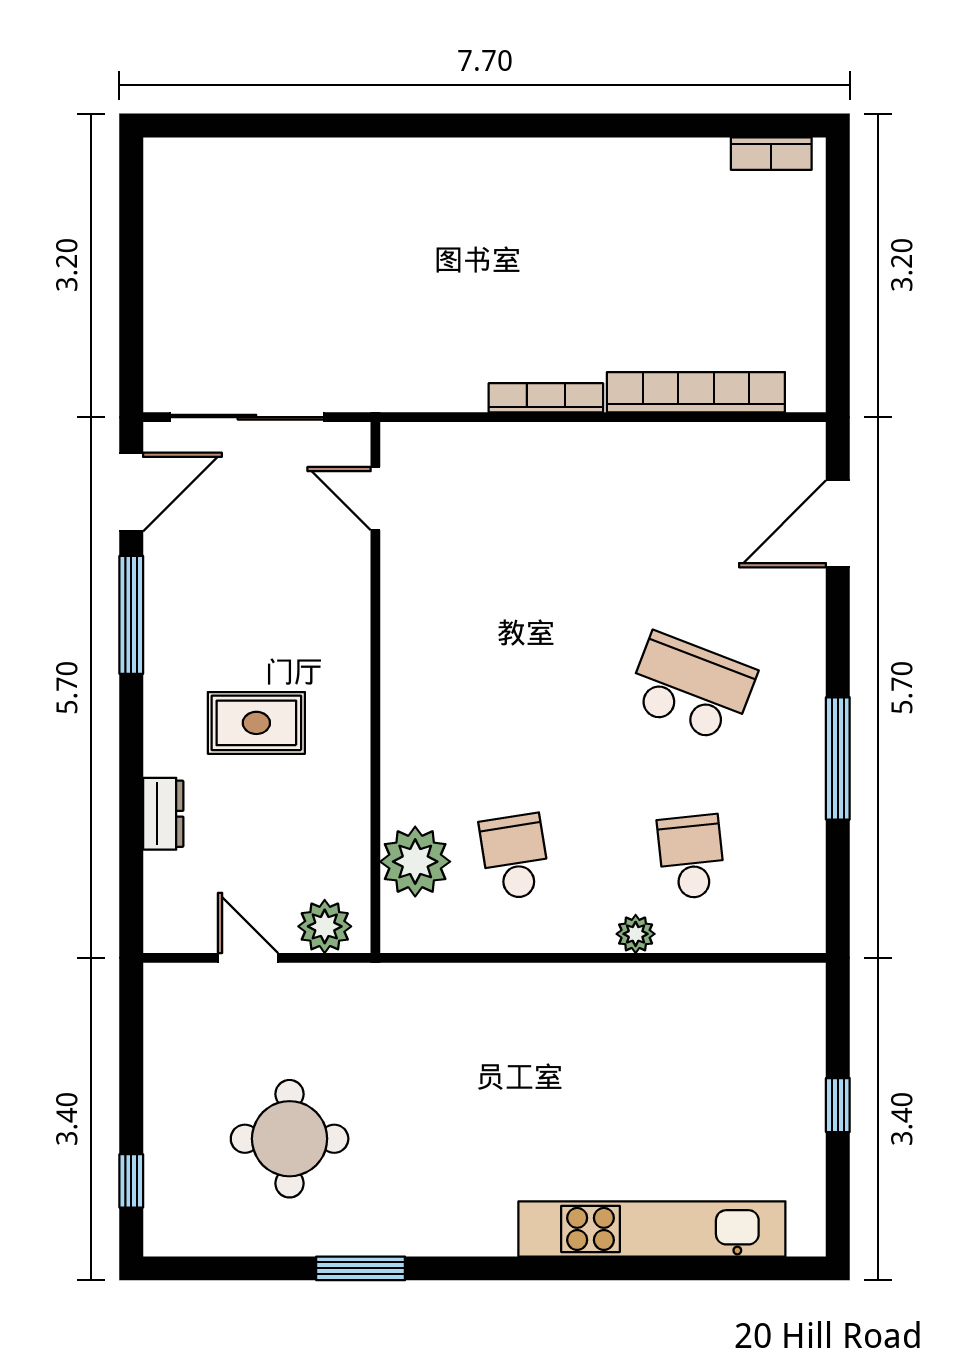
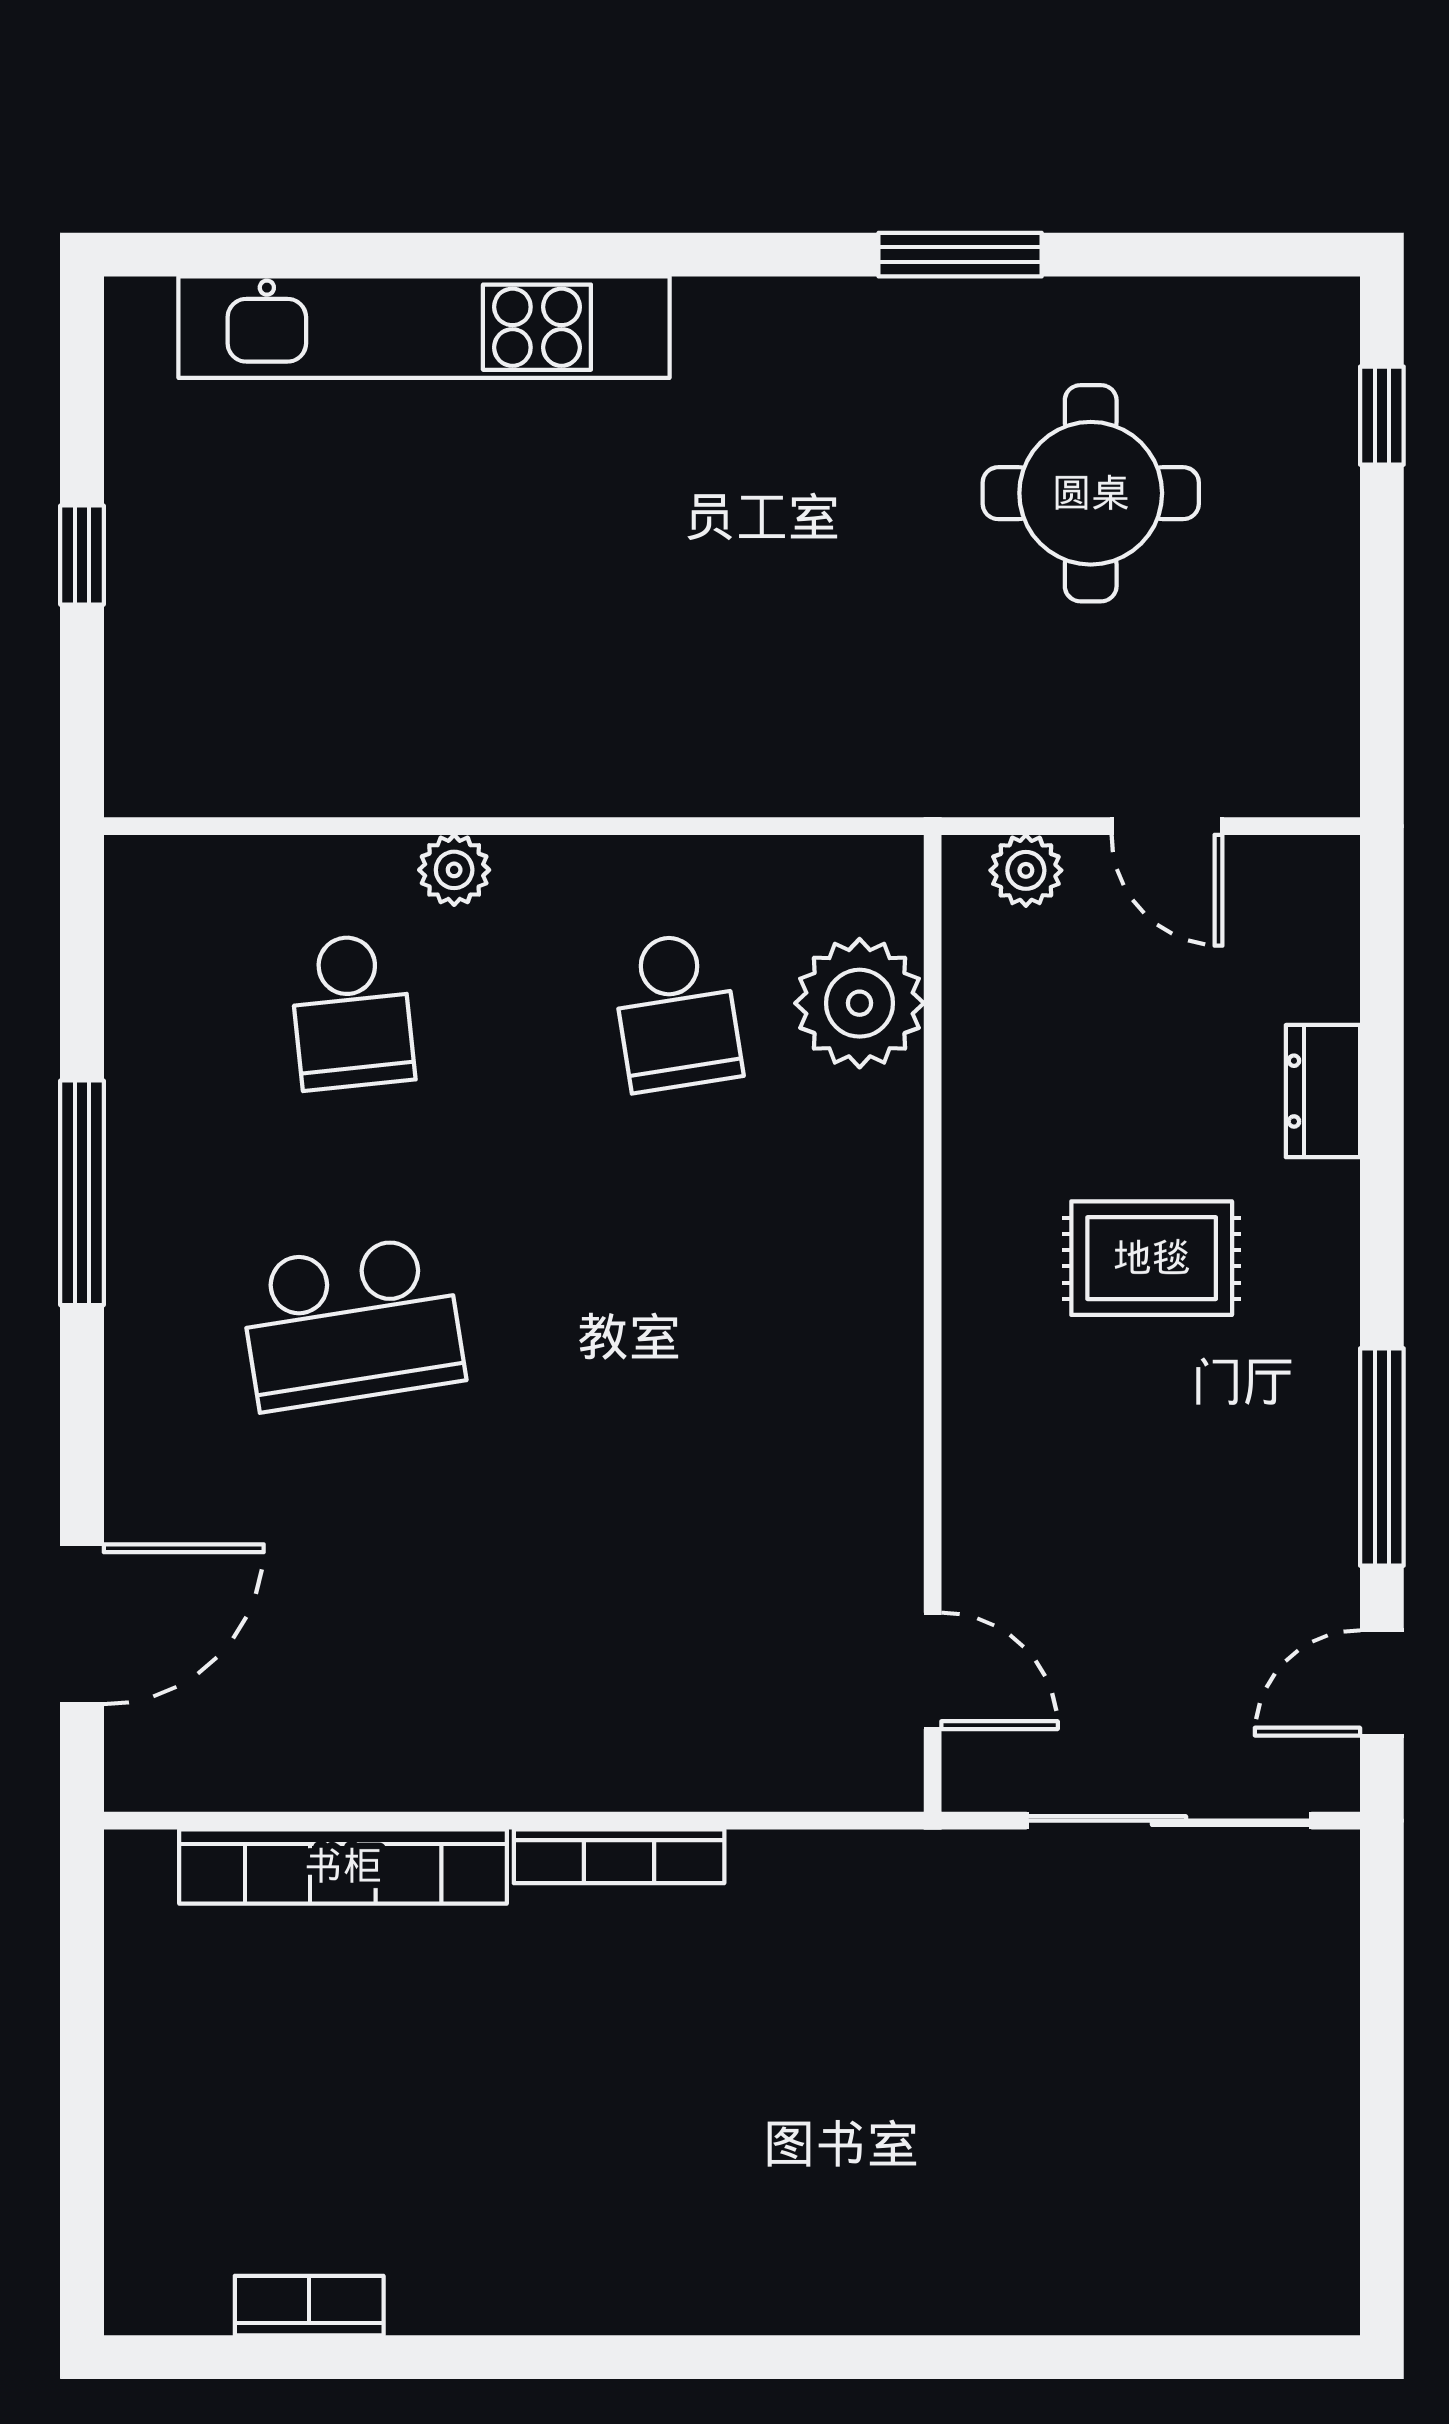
bookcase: (771, 154) -> (309, 2306), moved
door: (131, 492) -> (1382, 1683), width x0.73
school desk: (691, 688) -> (352, 1323), turned -30
plant: (325, 926) -> (1026, 870), width x0.73, depth x0.73

